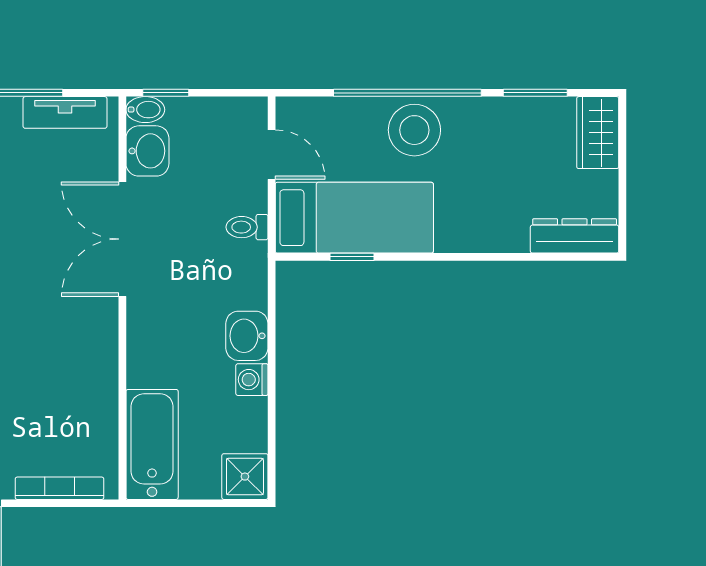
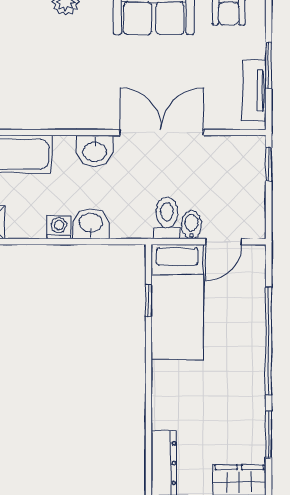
bidet: (145, 110) -> (191, 225), moved, turned 180
stool: (414, 130) -> (241, 346), removed
washbasin: (147, 151) -> (95, 151), moved
toilet: (247, 227) -> (167, 218), width x1.37, depth x1.39

